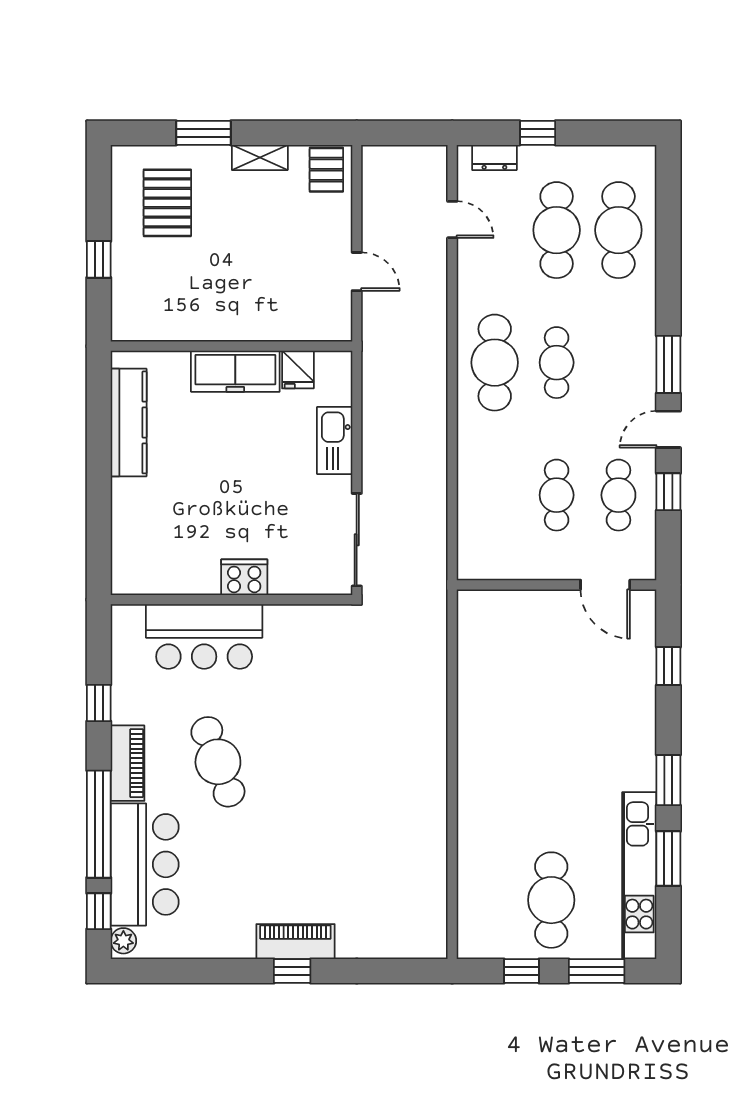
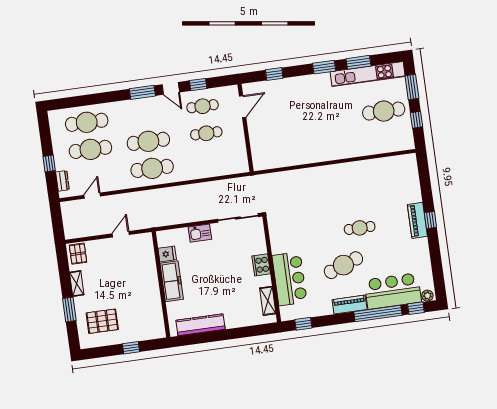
pallet: (326, 170) -> (78, 254), turned 90
cafe table: (557, 363) -> (148, 141), width x1.37, depth x1.35
kitchen sink: (335, 441) -> (200, 233), width x0.73
shelving: (161, 581) -> (268, 301), added
window: (99, 703) -> (303, 324), moved
cafe table: (296, 810) -> (360, 228), added

